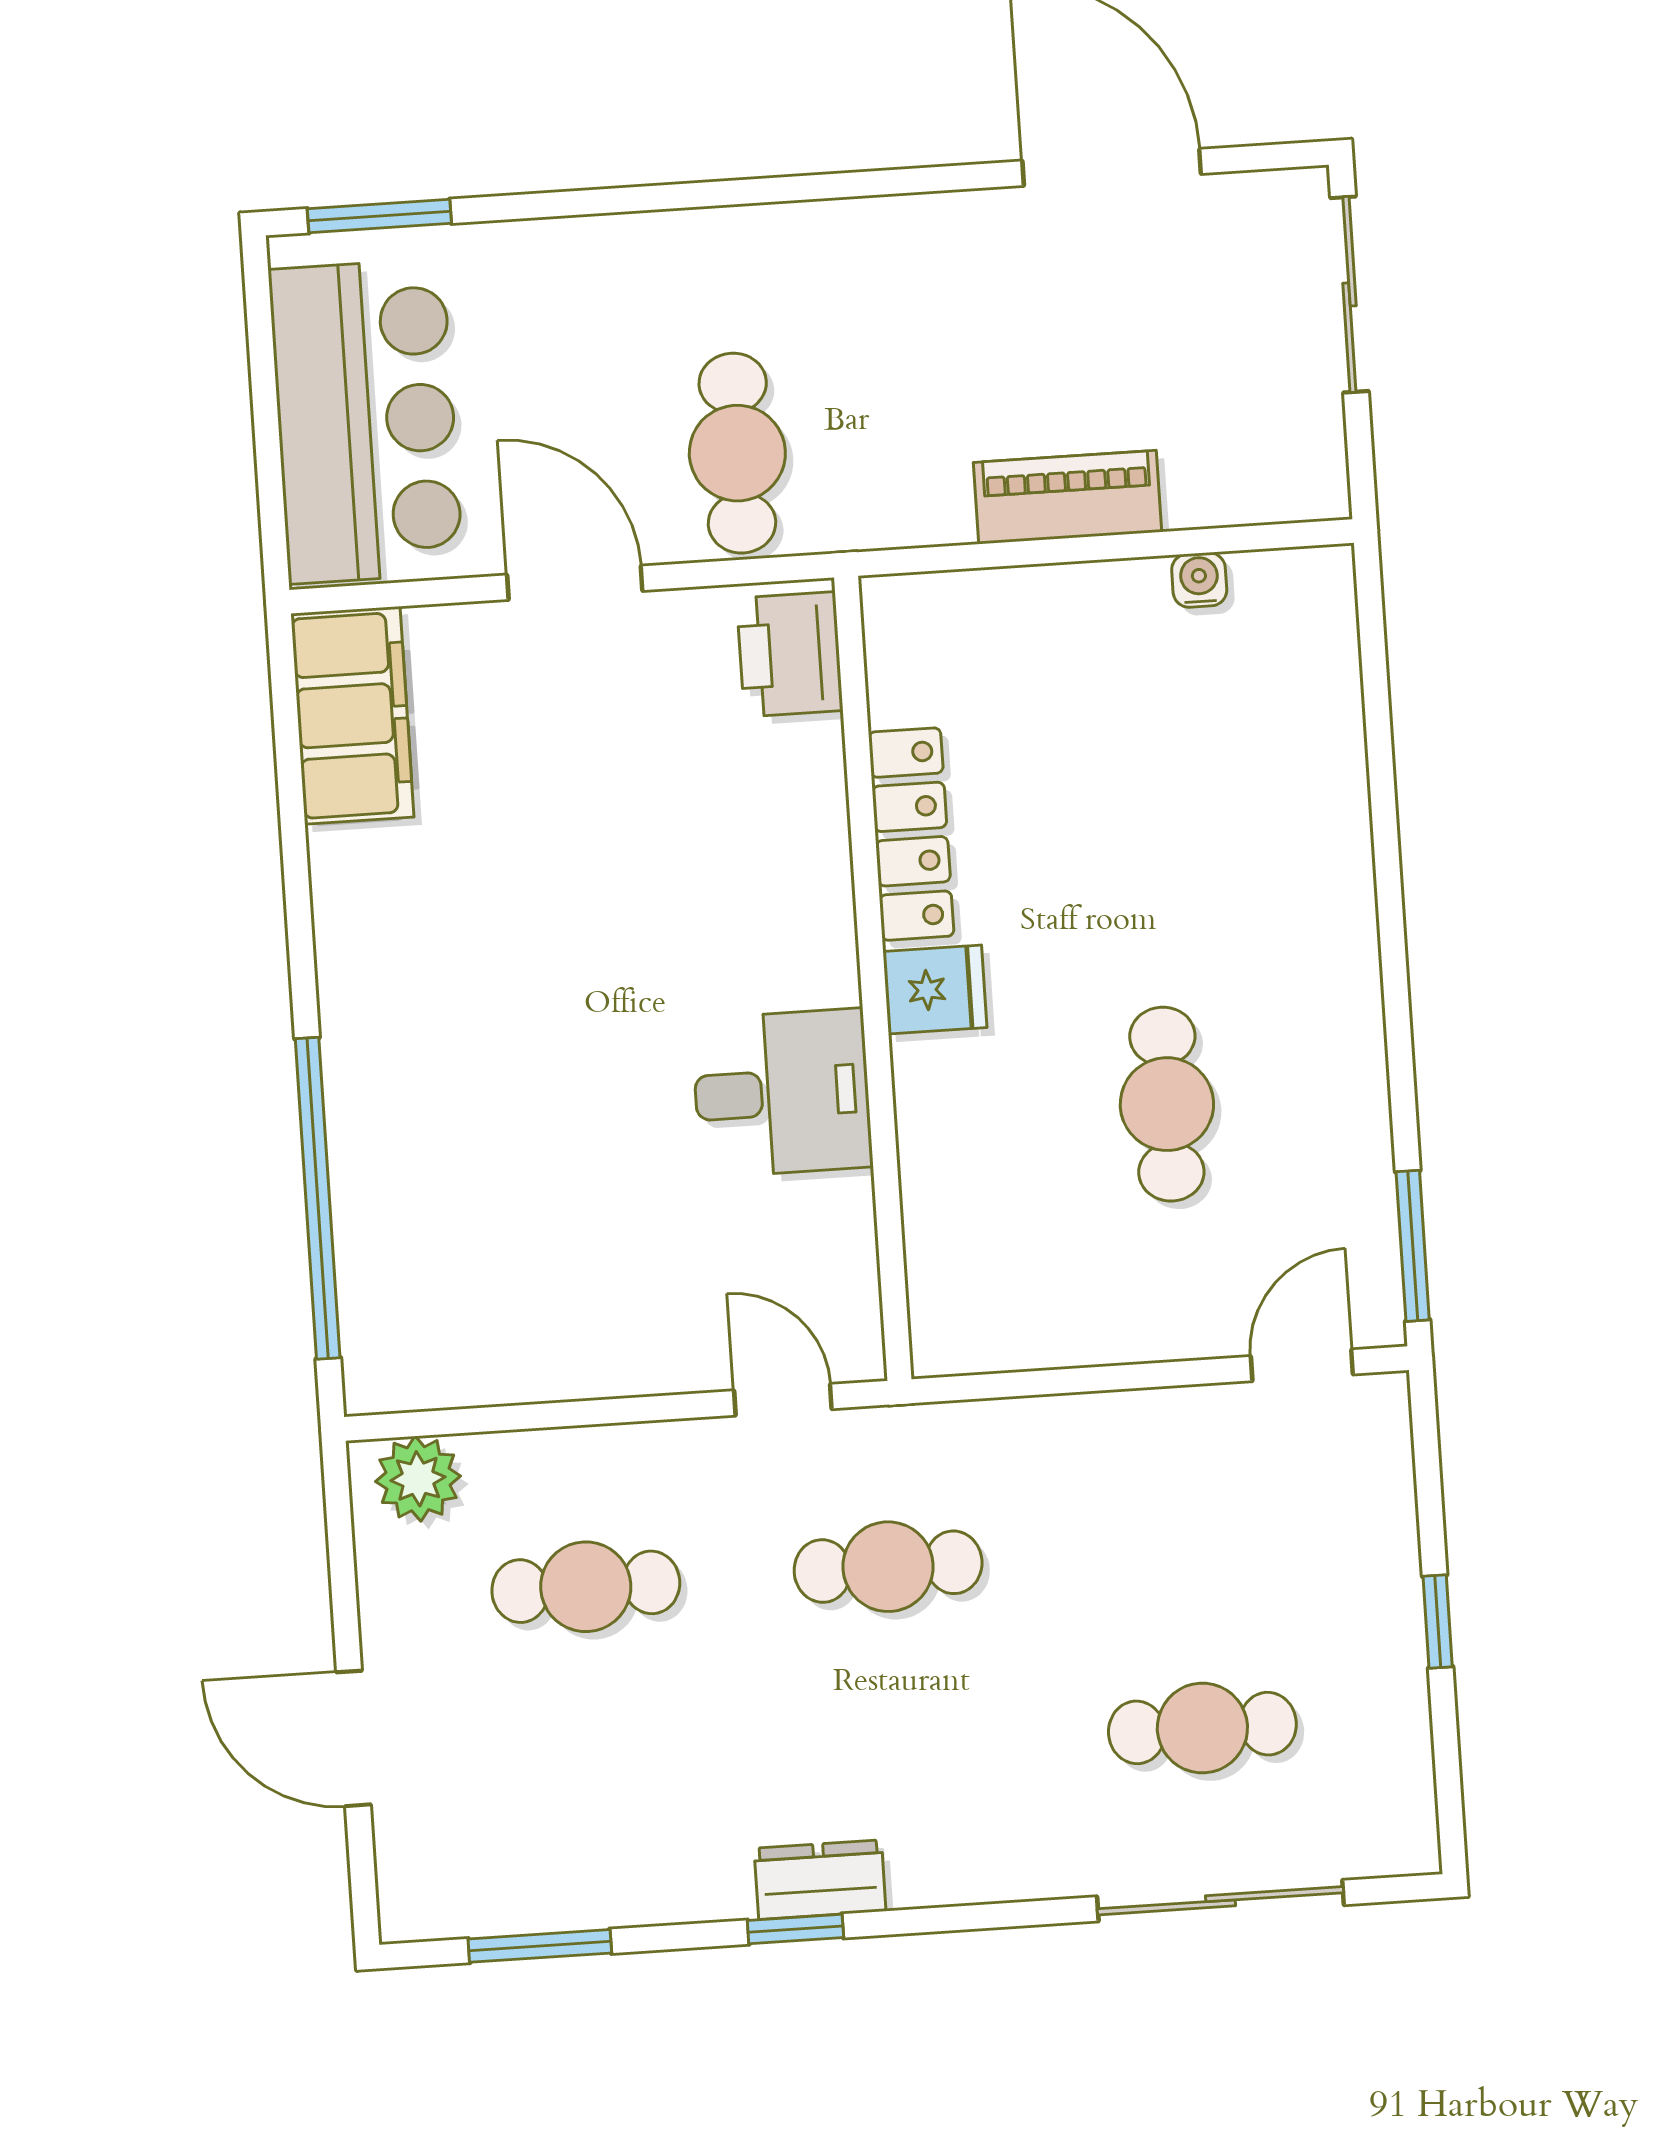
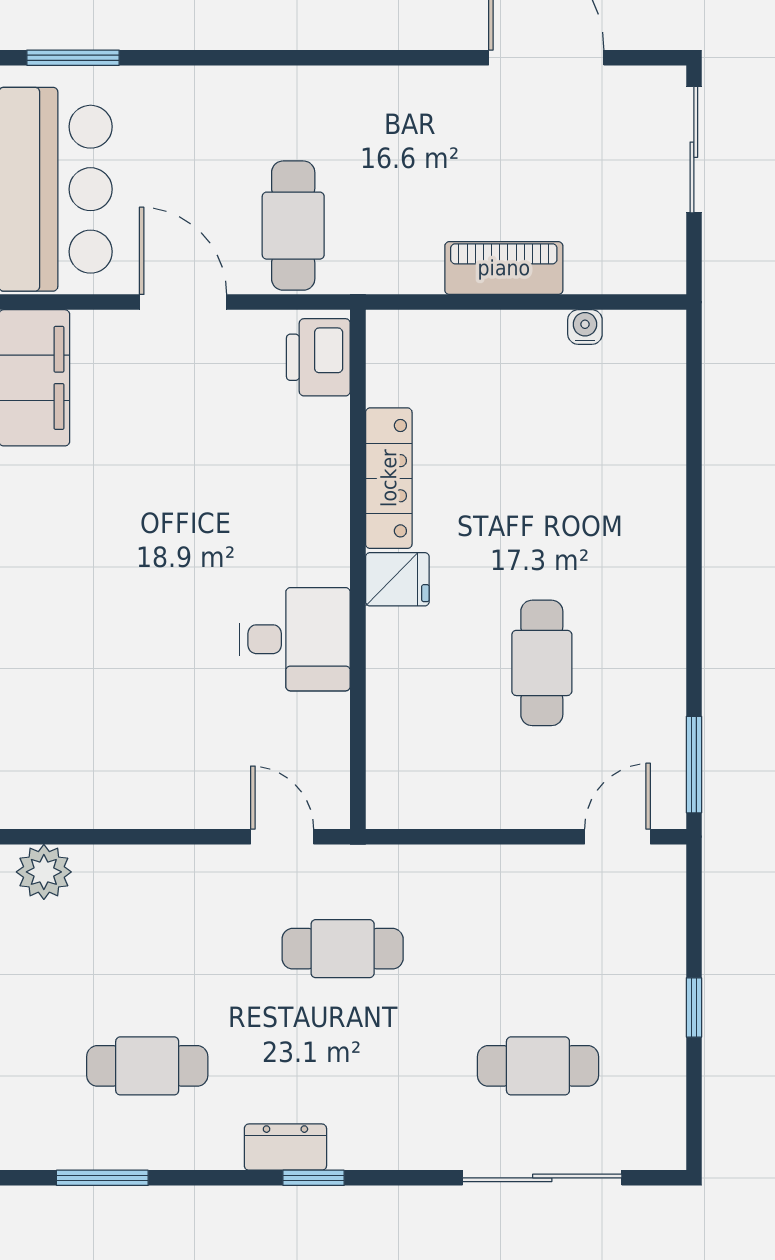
cafe table: (586, 1587) -> (147, 1066), moved
window: (795, 1929) -> (314, 1178), moved

